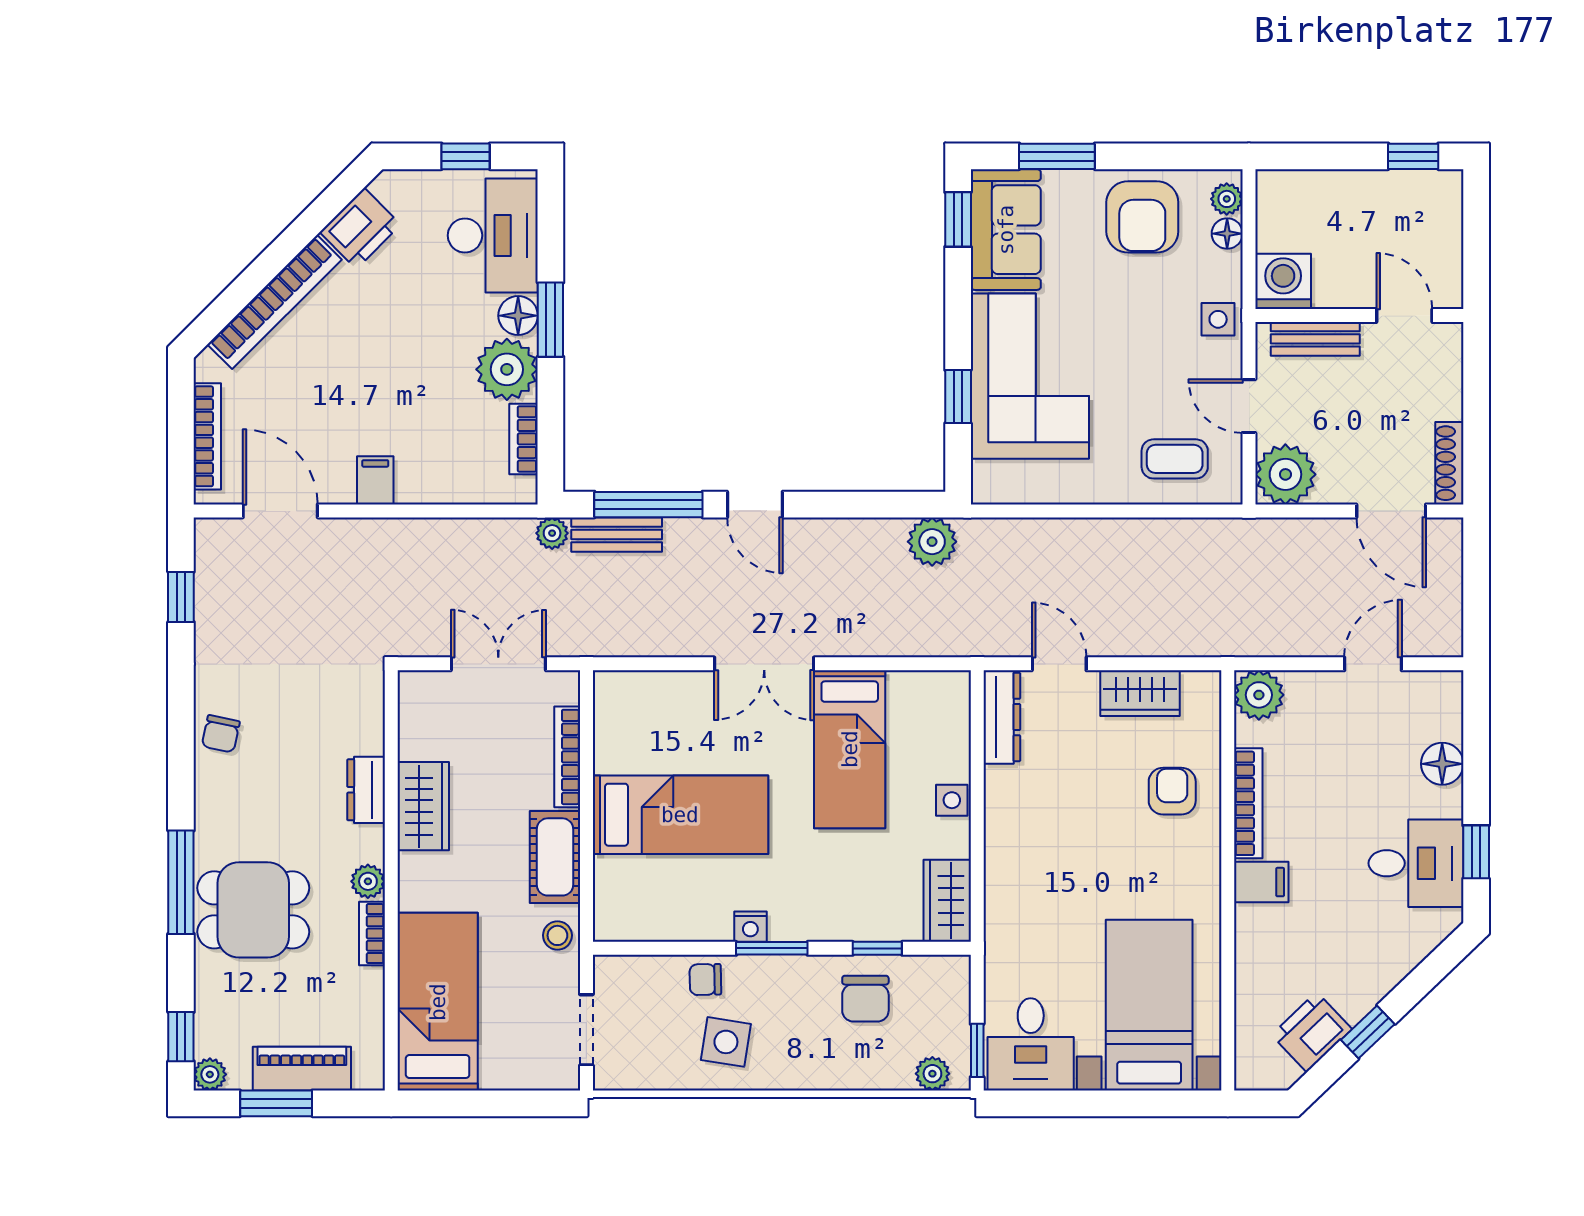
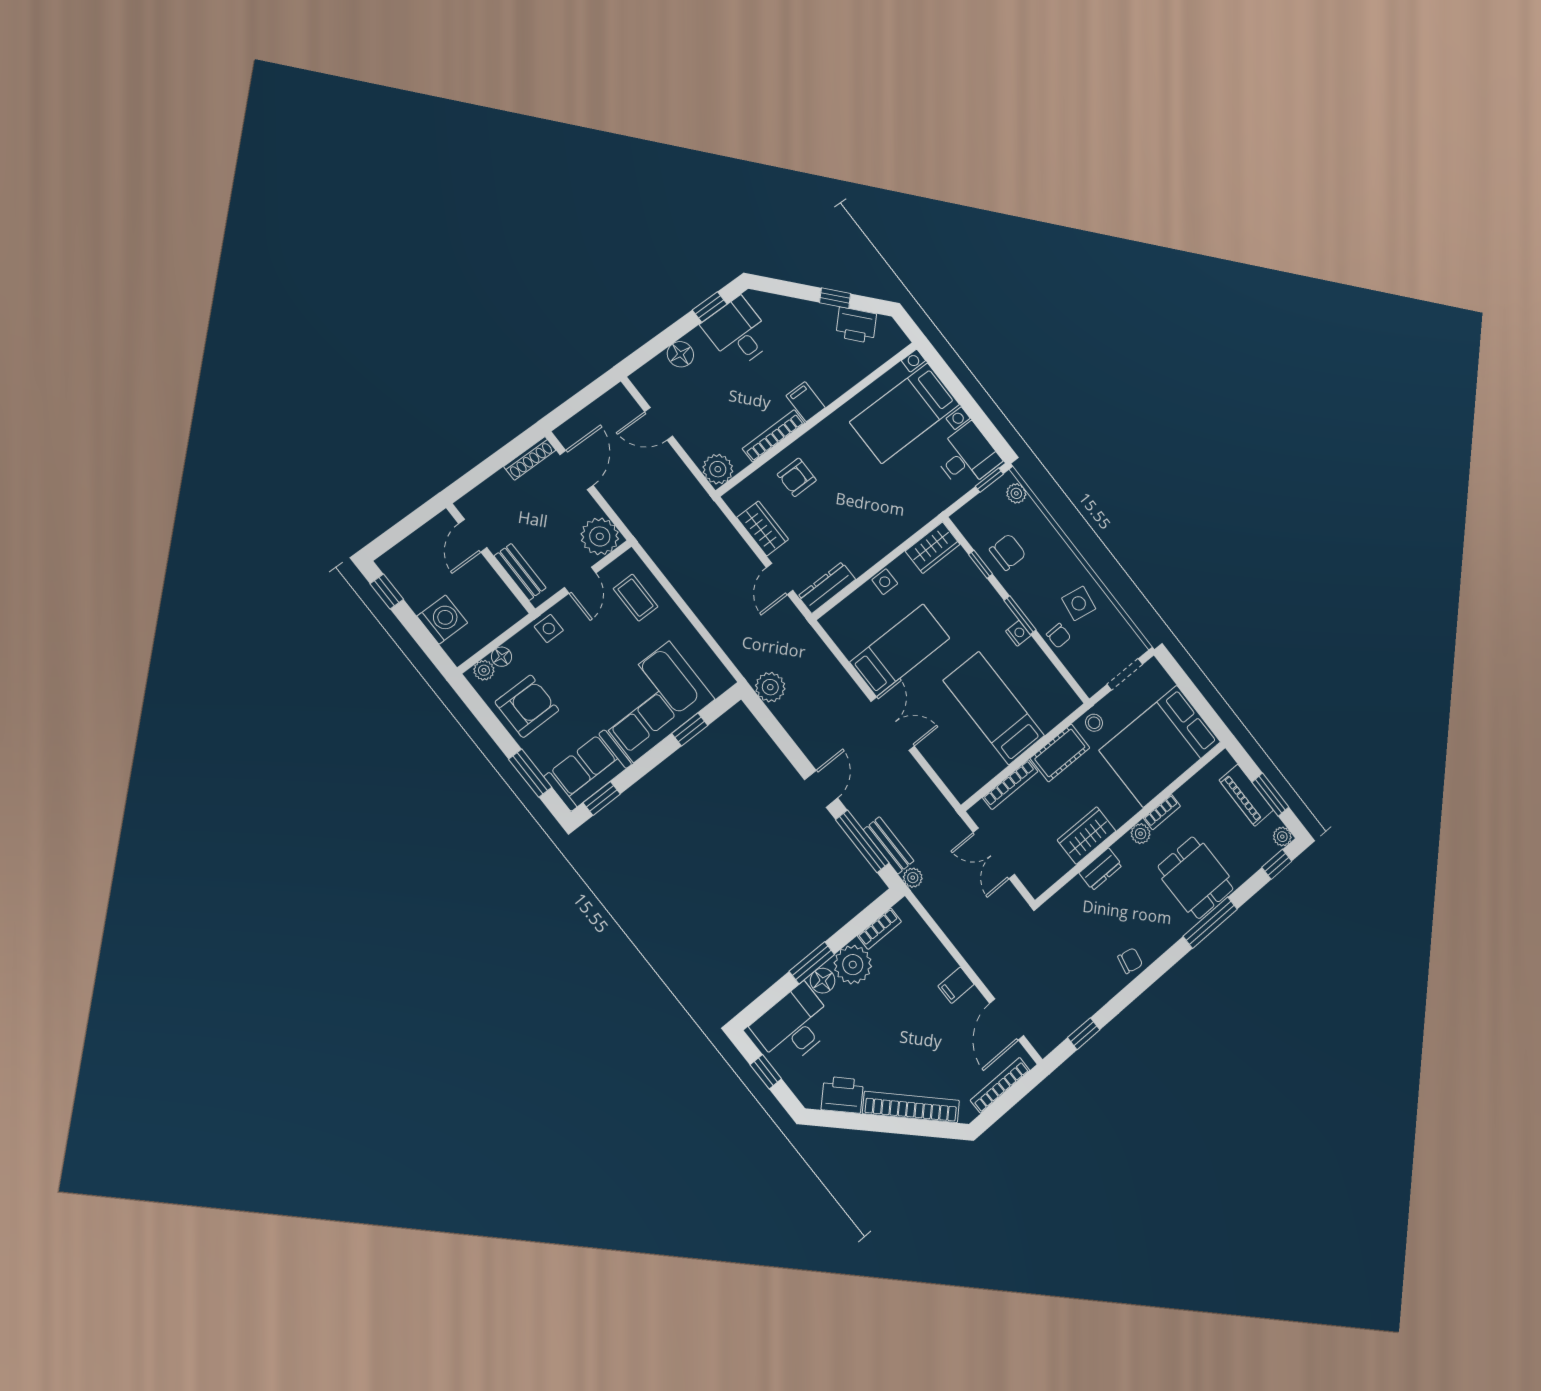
washing machine: (1283, 281) -> (442, 620), moved, turned 180
bed: (438, 1002) -> (1160, 746), width x1.50

